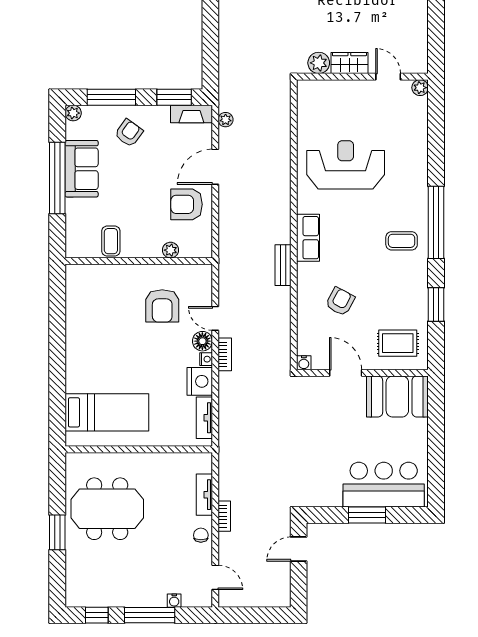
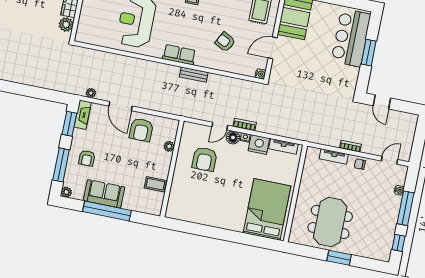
armchair: (129, 133) -> (87, 158), turned -126
armchair: (162, 306) -> (205, 159), turned 90
bed: (107, 412) -> (267, 209), width x1.50

